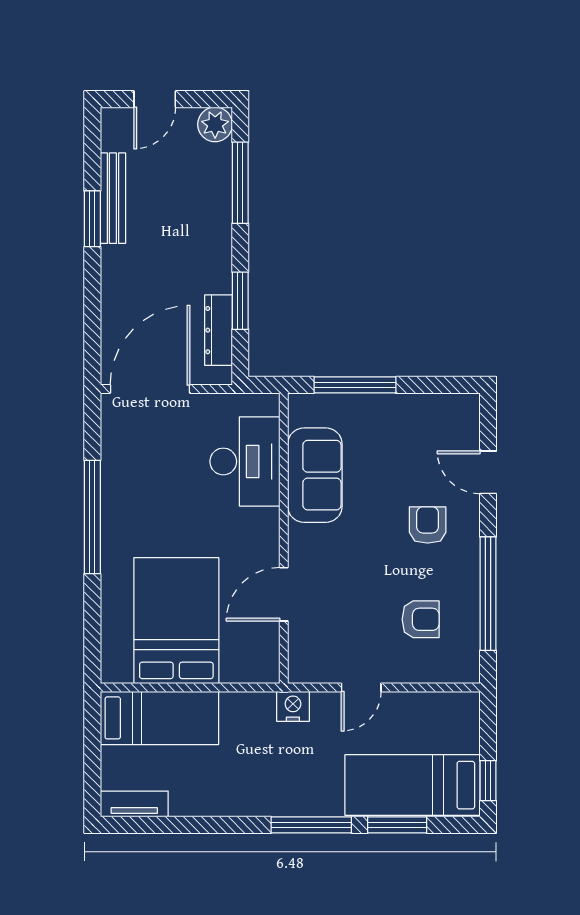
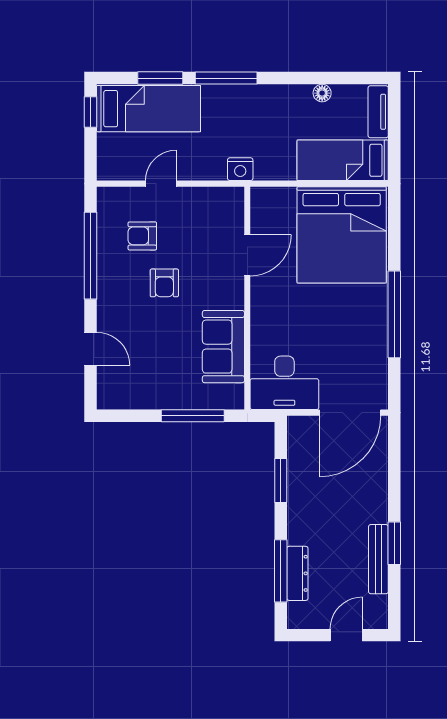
plant: (215, 124) -> (300, 616), removed
dresser: (219, 330) -> (297, 573), moved
desk: (245, 461) -> (284, 383), moved, turned -90
armchair: (428, 525) -> (164, 283), moved
bed: (176, 621) -> (342, 235), width x1.36
door: (361, 687) -> (161, 184), moved
tv unit: (134, 804) -> (378, 112), moved, turned 90
floor lamp: (186, 805) -> (322, 93), added

